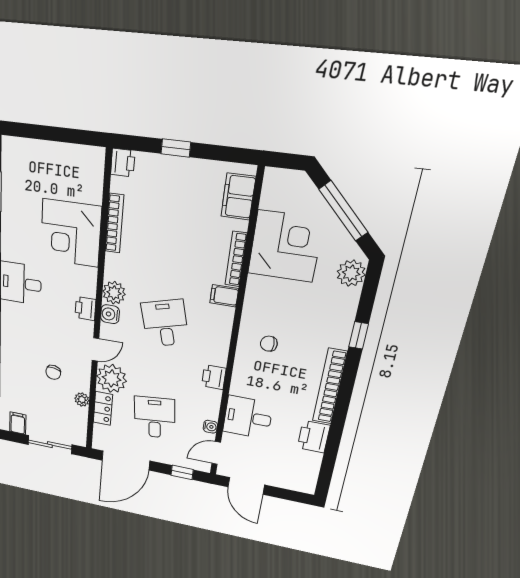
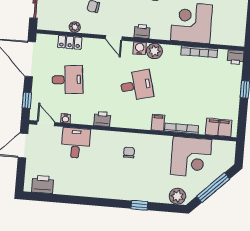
plant: (112, 378) -> (93, 49), removed
bookcase: (330, 387) -> (104, 192), removed
printer: (314, 437) -> (43, 184), moved

